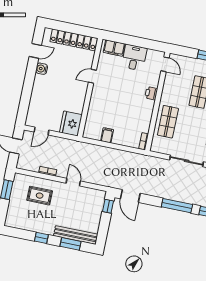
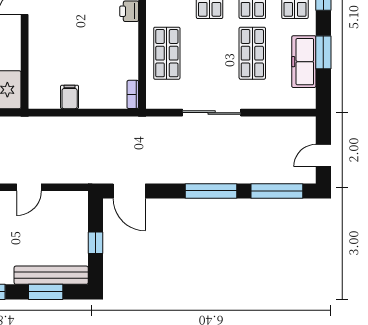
door: (73, 182) -> (29, 187), swing flipped
window: (108, 206) -> (96, 243), moved

